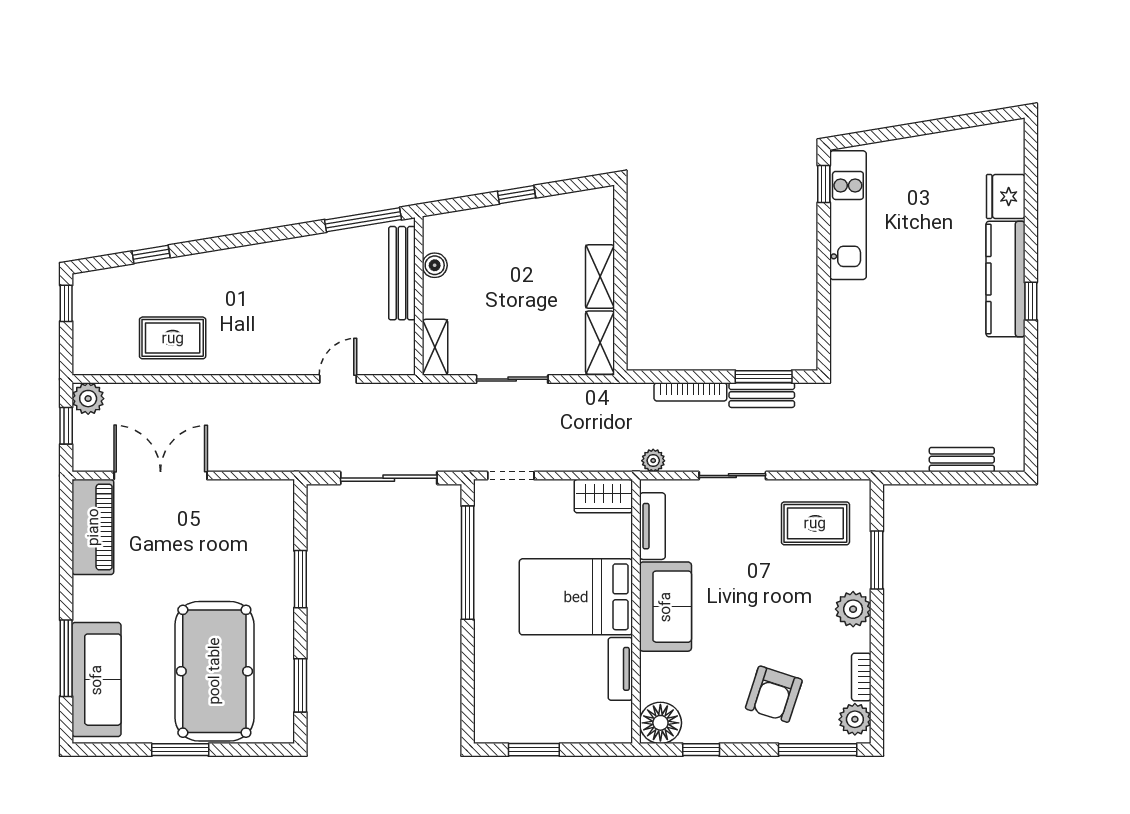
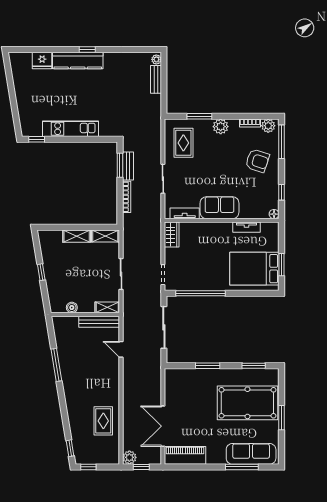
kitchen unit: (848, 215) -> (70, 129), moved
window: (363, 220) -> (56, 365), moved
window: (151, 254) -> (70, 448), moved
bench: (402, 273) -> (99, 322), moved
plant: (653, 461) -> (156, 59), moved
bed: (576, 597) -> (254, 269), moved, turned 90
floor lamp: (660, 723) -> (274, 214), width x0.53, depth x0.53

